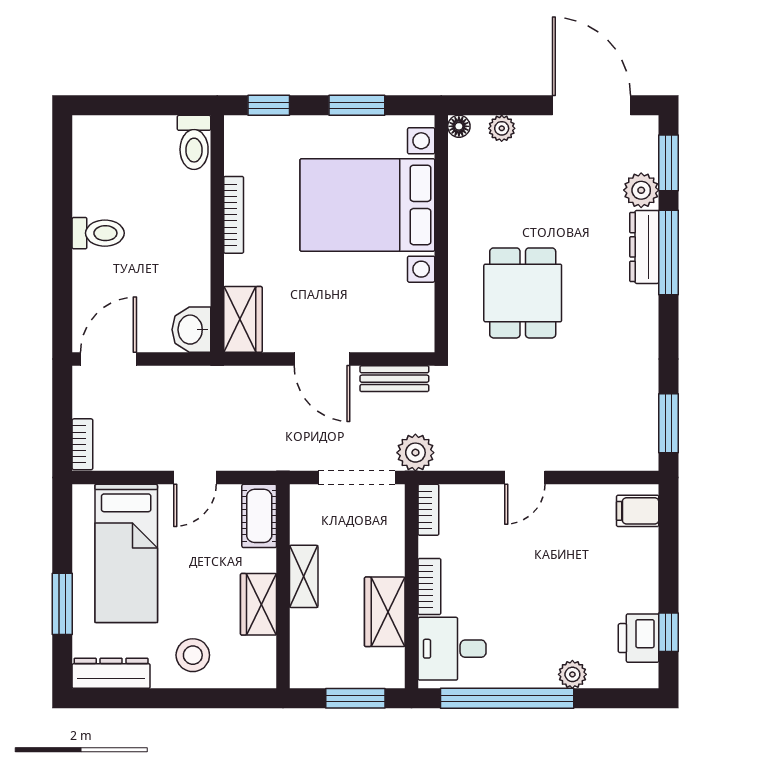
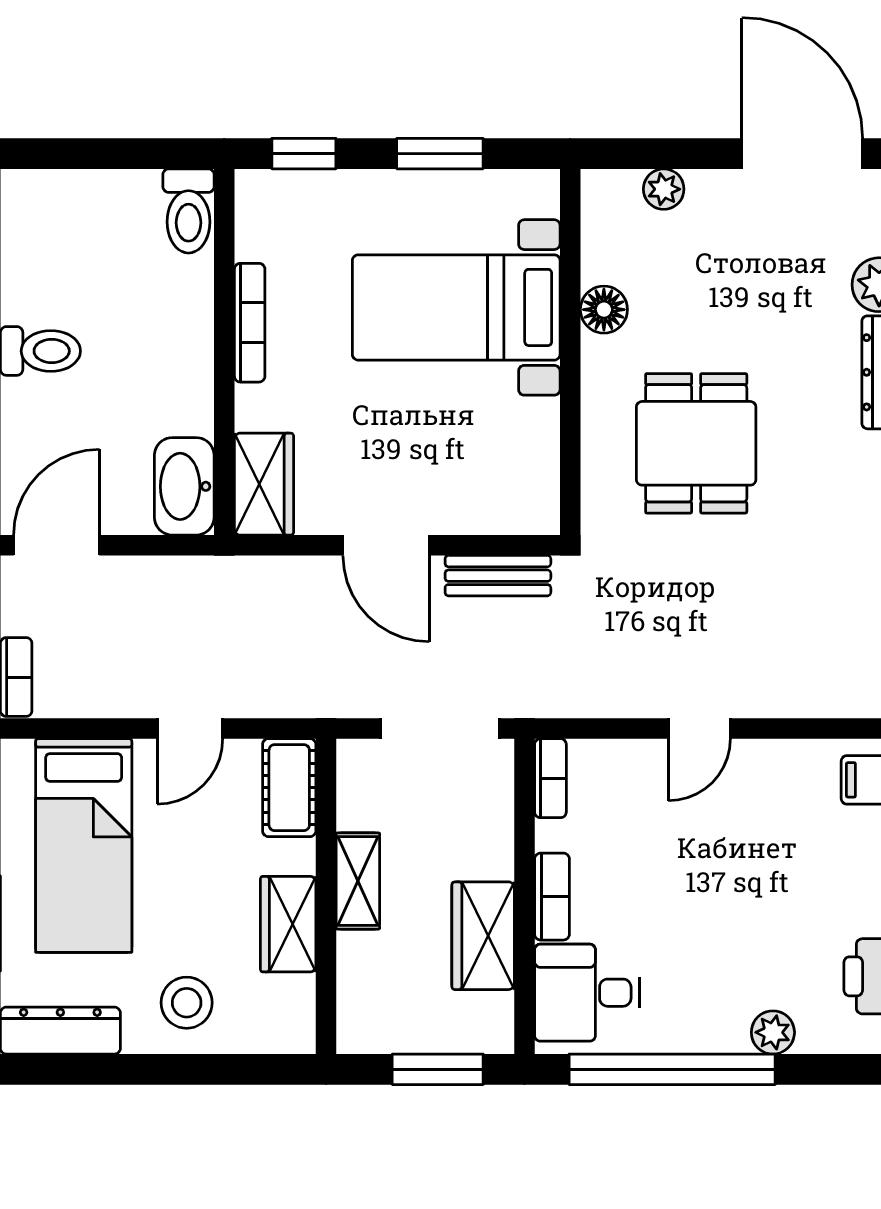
floor lamp: (459, 126) -> (604, 310), moved, width x1.37, depth x1.37
bed with nightstands: (367, 205) -> (456, 307), width x0.73
washbasin: (191, 330) -> (184, 486), width x1.38
plant: (415, 453) -> (530, 690), removed

